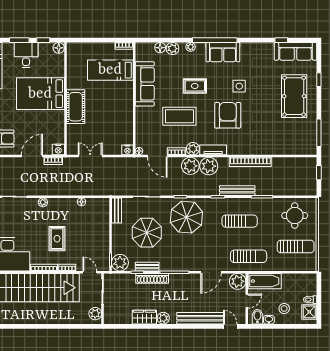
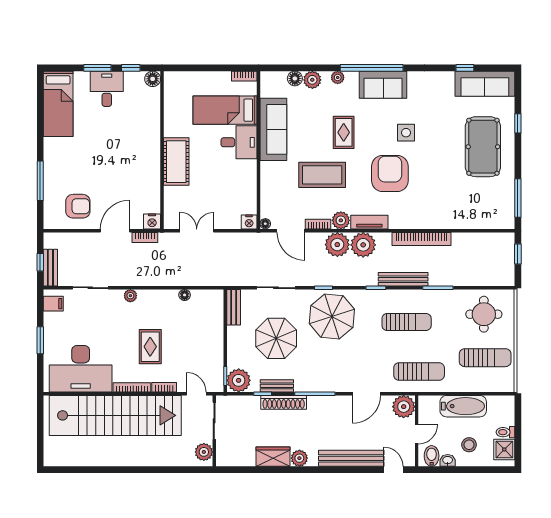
rug: (195, 86) -> (344, 132), turned 90
desk: (120, 93) -> (239, 142), added
bed: (40, 94) -> (127, 143), removed
bathtub: (265, 281) -> (463, 406), moved

